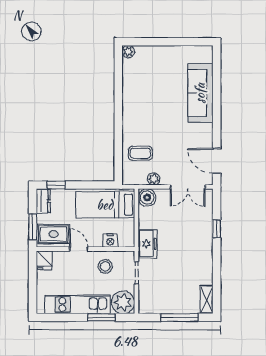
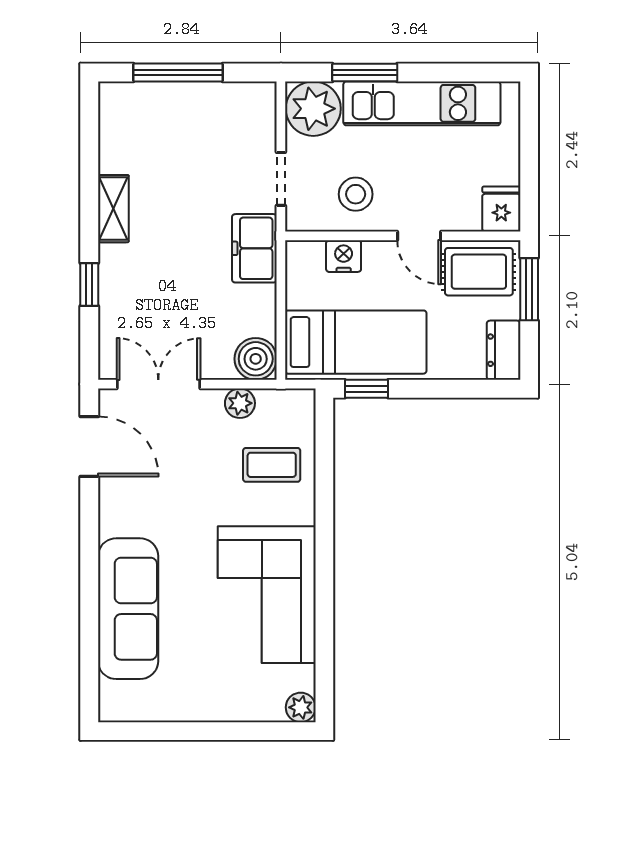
corner sofa: (142, 99) -> (267, 595), added
window: (56, 185) -> (367, 389), moved
shelving: (207, 300) -> (113, 209), moved

